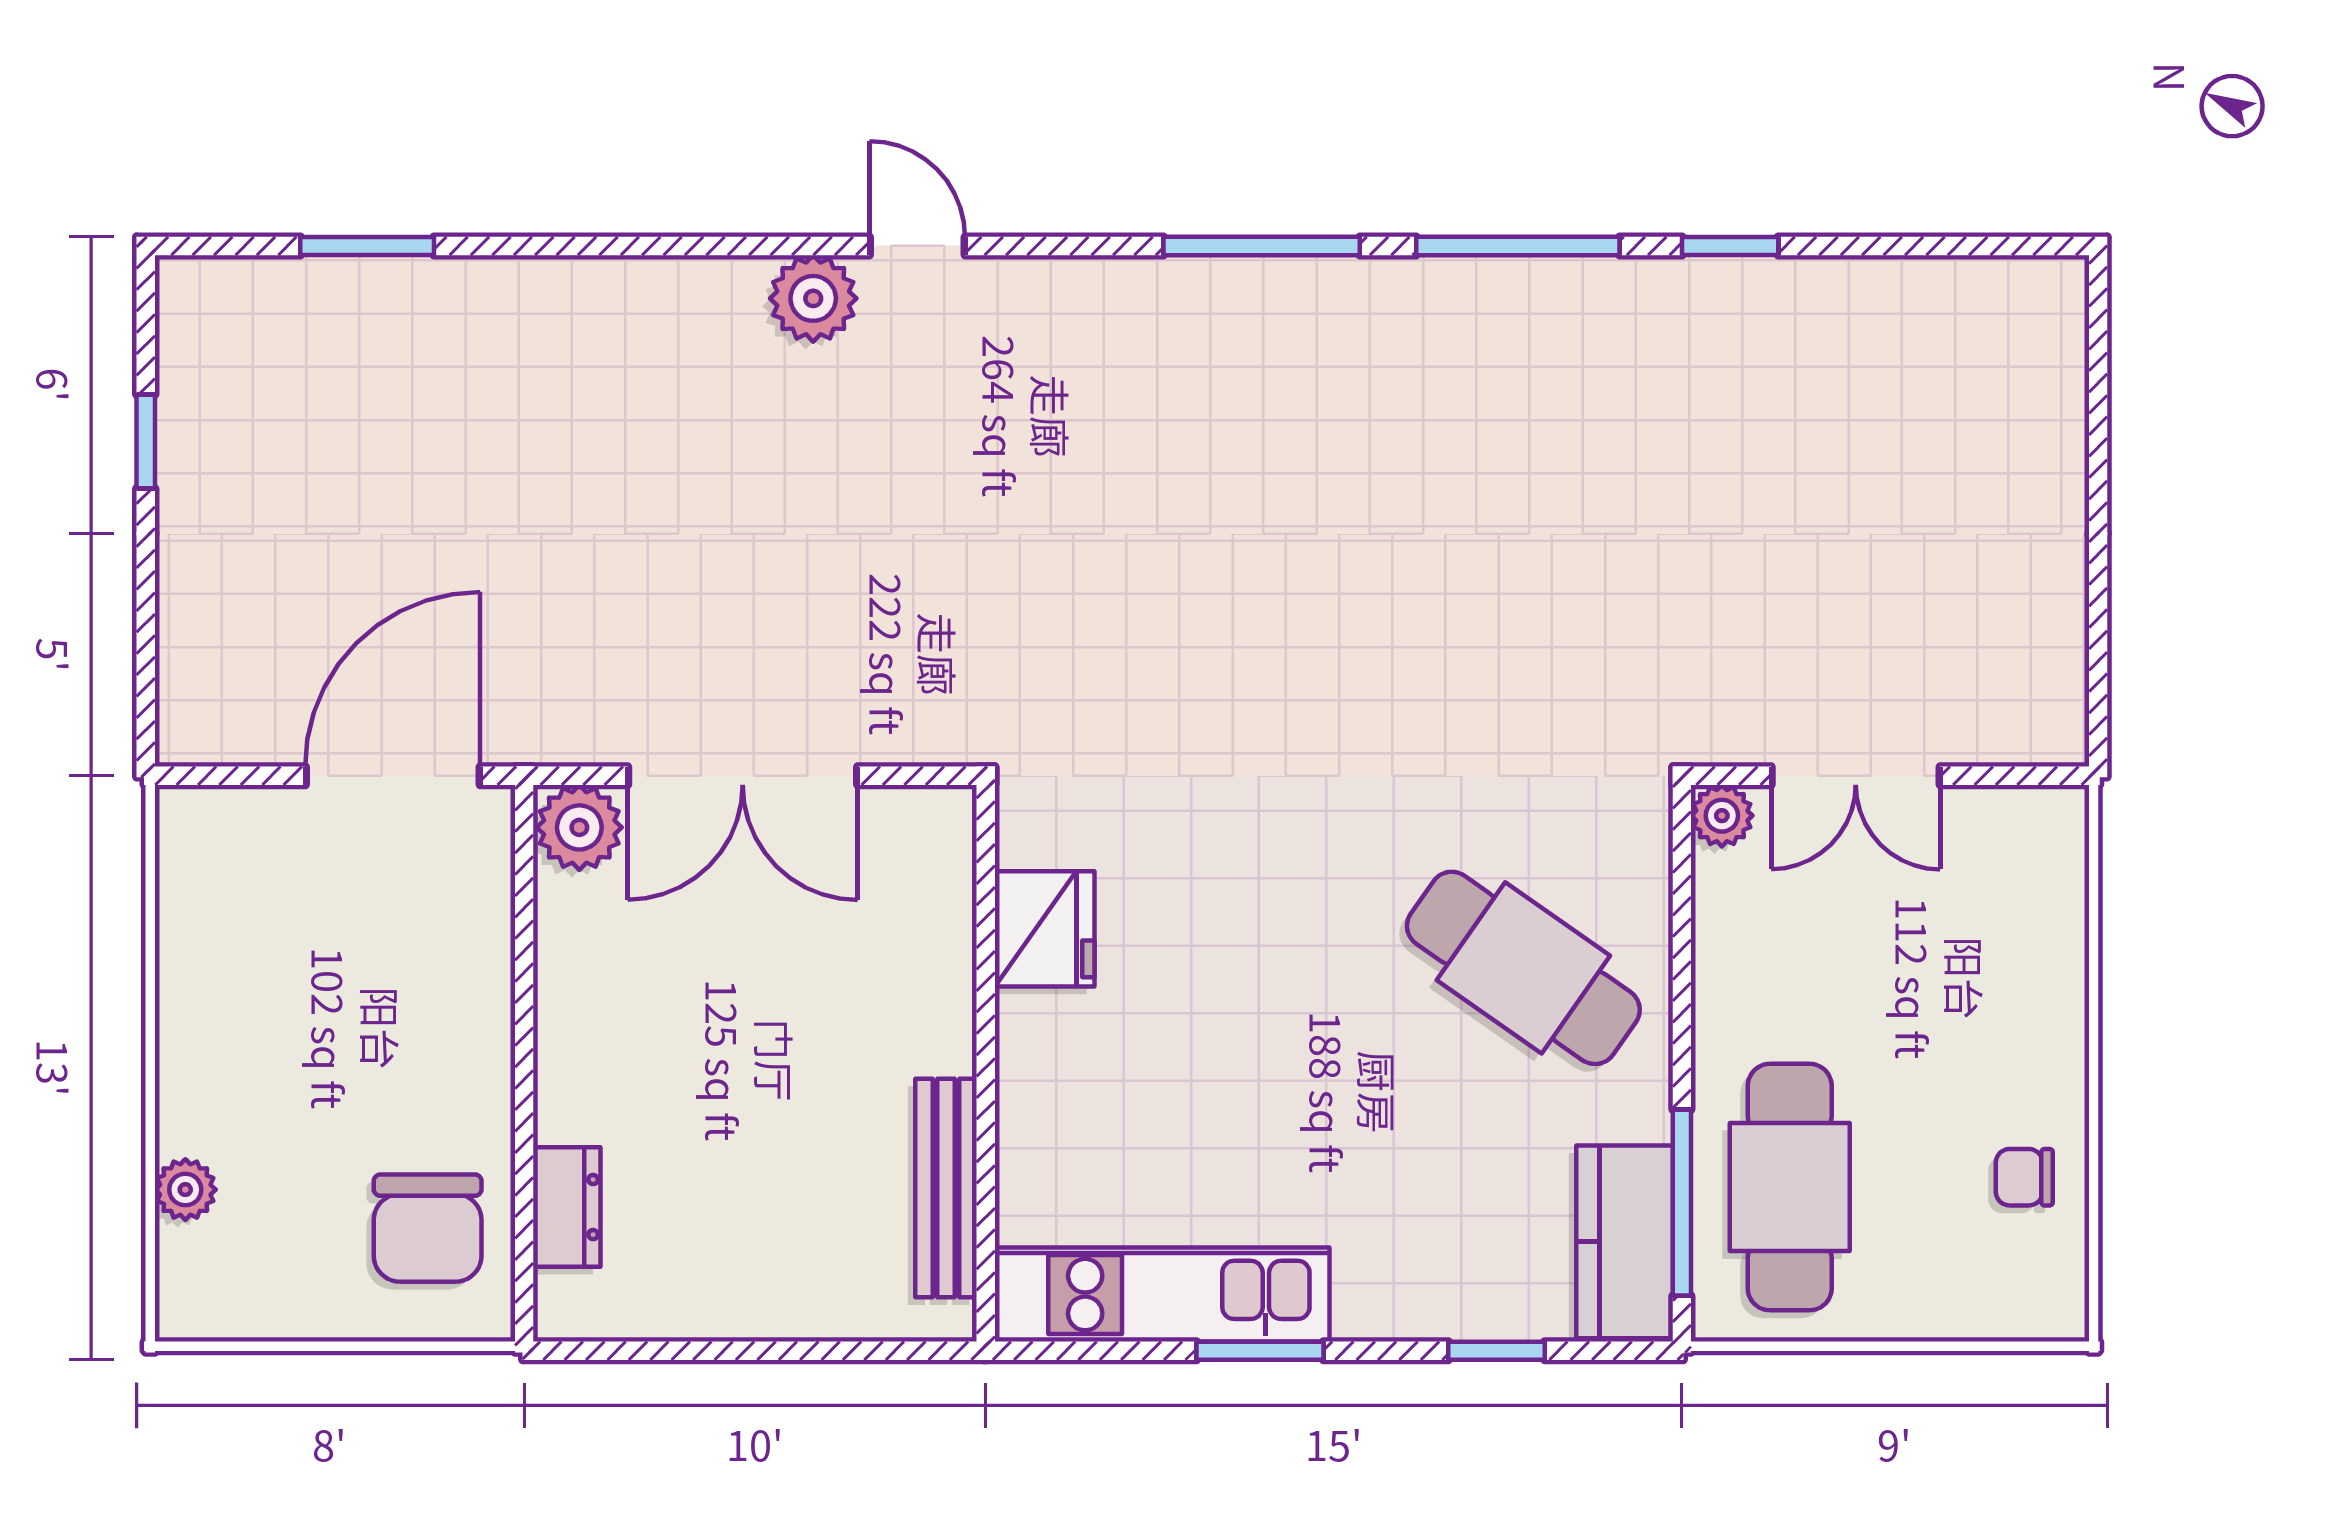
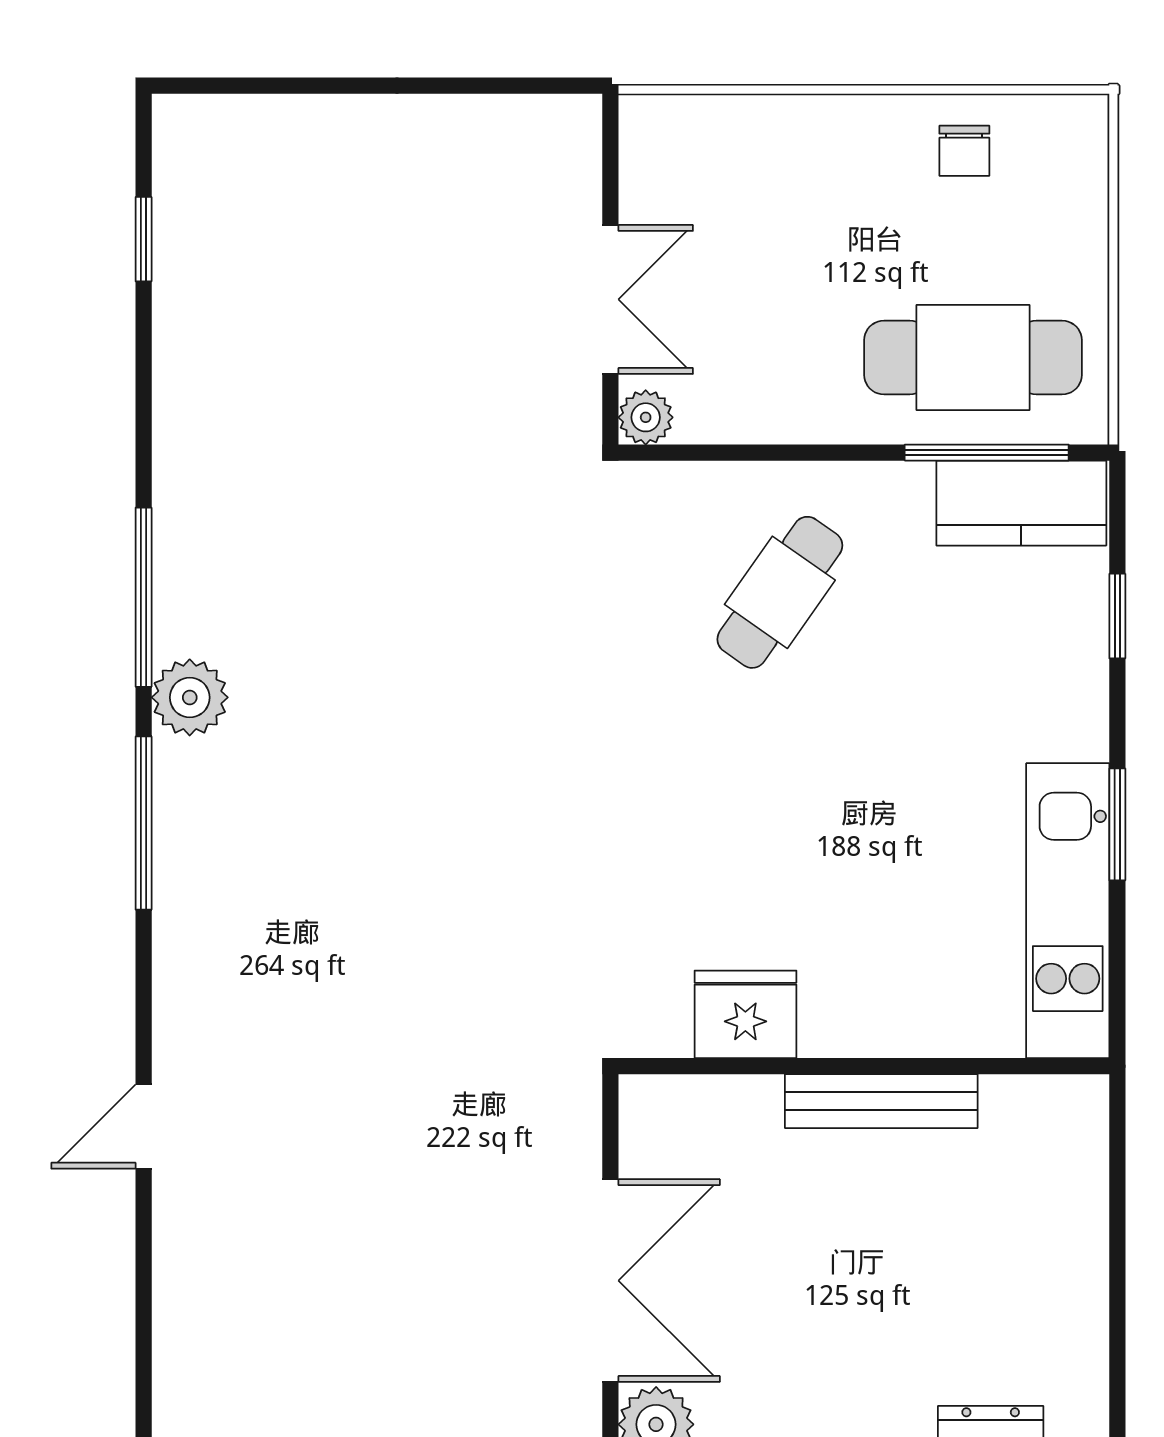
window: (1730, 246) -> (144, 239), moved
plant: (813, 298) -> (190, 697), moved
cafe table: (1523, 968) -> (780, 592), width x0.73, depth x0.74
bench: (946, 1188) -> (881, 1101), moved

